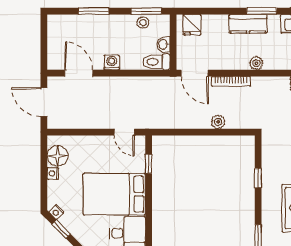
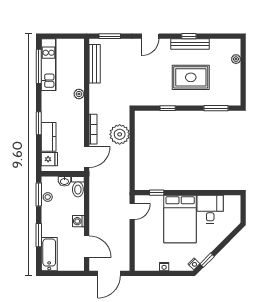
window: (262, 11) -> (39, 123), moved
kitchen counter: (248, 24) -> (49, 137), moved
bathtub: (69, 25) -> (49, 254), added
plant: (256, 63) -> (79, 94), moved
door: (79, 73) -> (87, 247), swing flipped
plant: (218, 122) -> (120, 134), width x1.87, depth x1.87
floor lamp: (58, 156) -> (150, 263), removed

